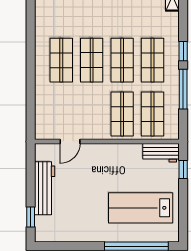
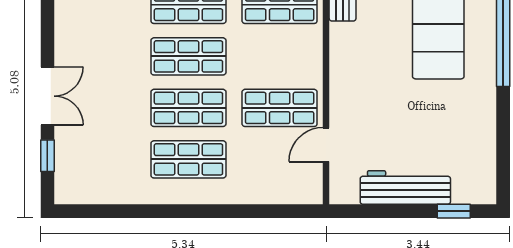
shop shelf: (122, 114) -> (280, 108), moved
door: (70, 141) -> (326, 145), swing flipped

